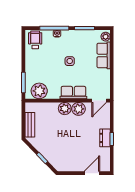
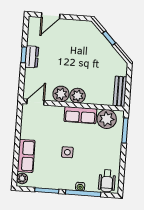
row of seats: (73, 93) -> (80, 115), moved
bench: (30, 125) -> (120, 91), moved

